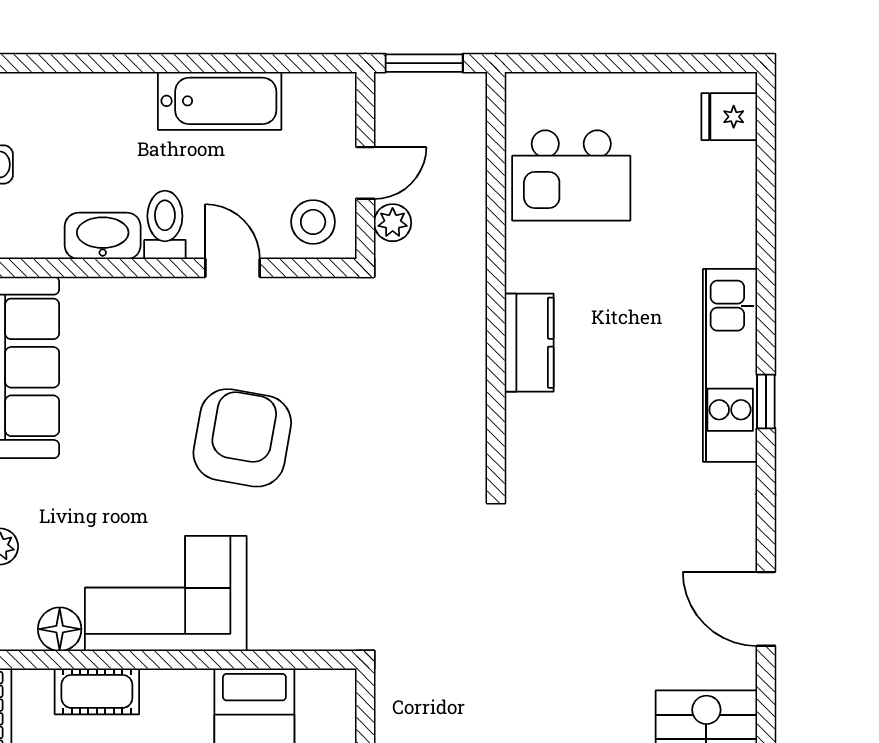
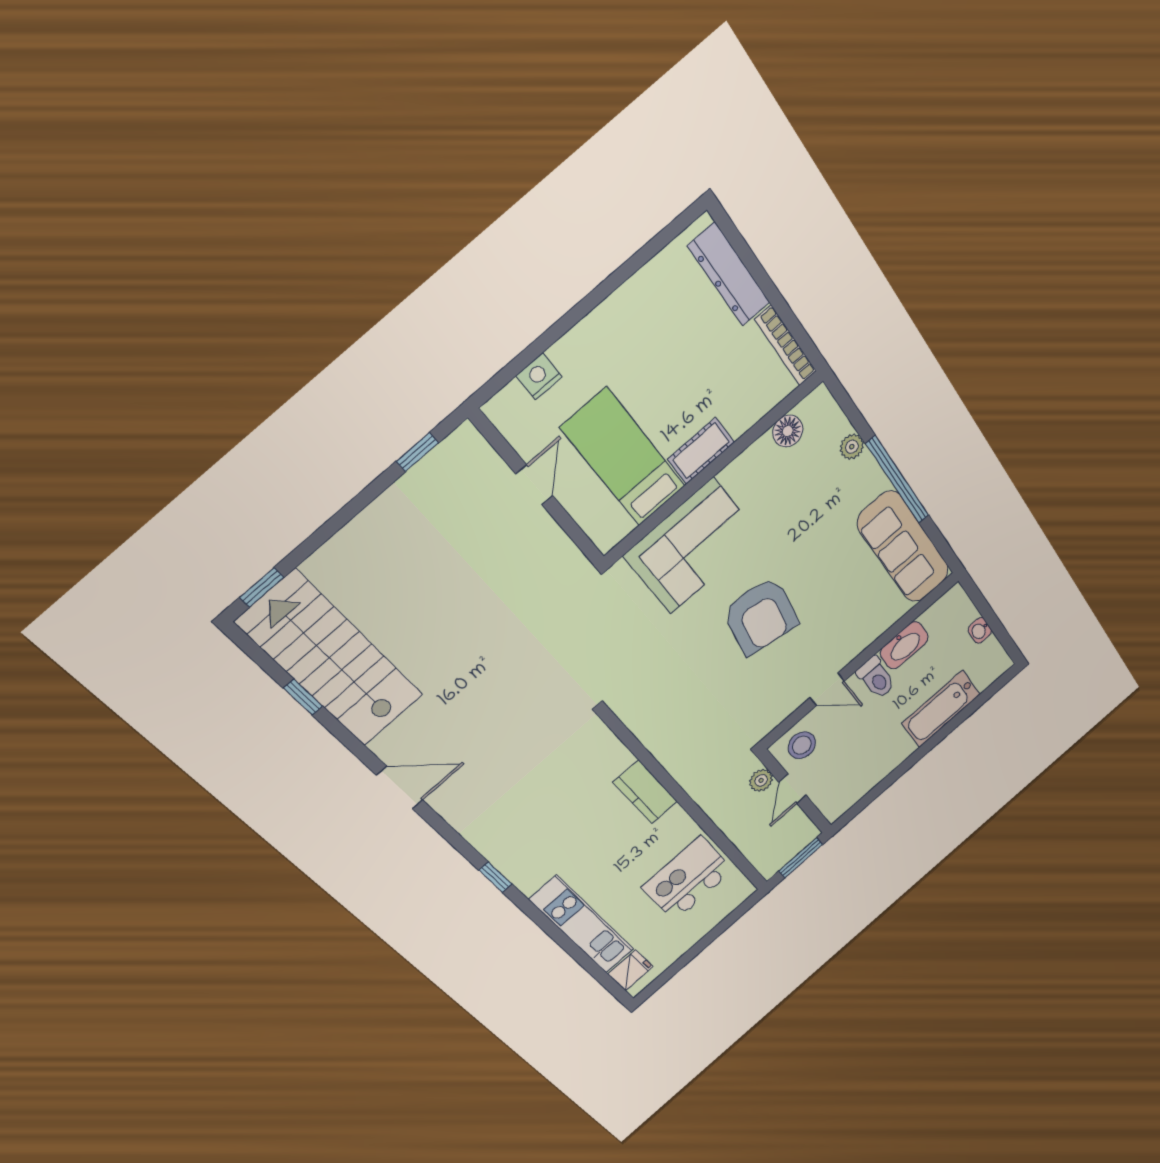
bathtub: (220, 101) -> (941, 709), moved
kitchen unit: (730, 365) -> (582, 925), moved
corner sofa: (166, 593) -> (692, 546), moved
cot: (97, 691) -> (701, 451), moved

